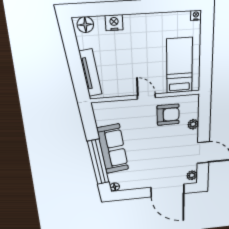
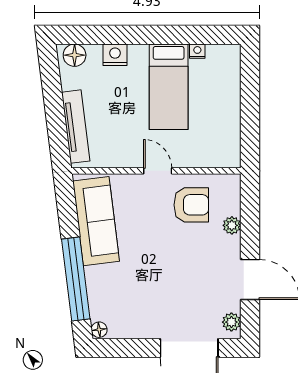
nightstand: (196, 15) -> (197, 51), moved
bed: (179, 66) -> (169, 87), moved, turned 180
sofa: (113, 149) -> (96, 221), moved

